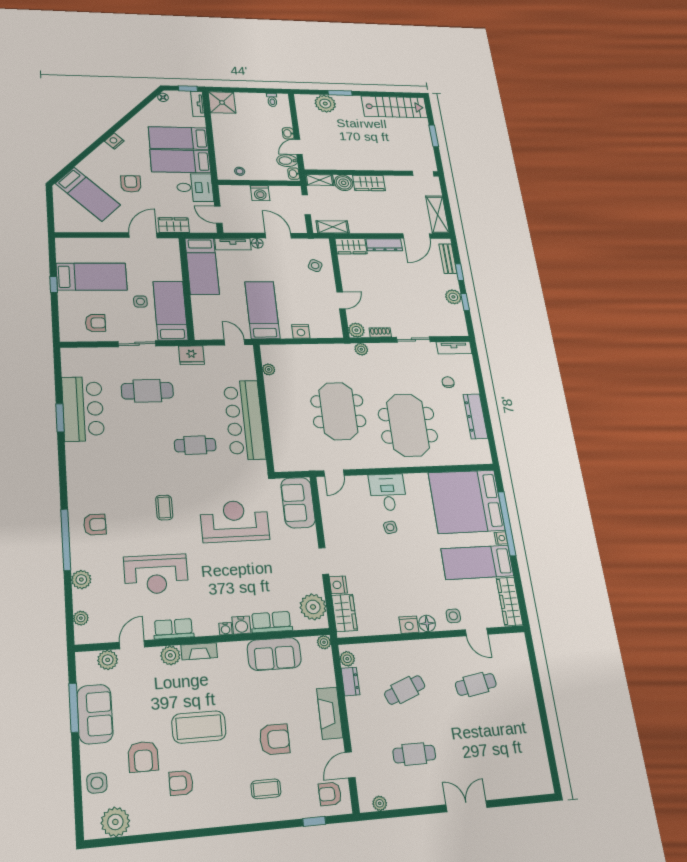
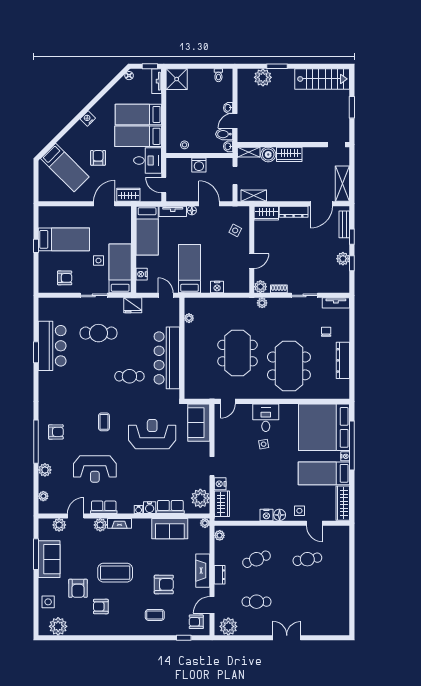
nightstand: (200, 317) -> (142, 274), added
dresser: (350, 682) -> (220, 575), moved
plant: (380, 803) -> (228, 626), width x1.88, depth x1.88

